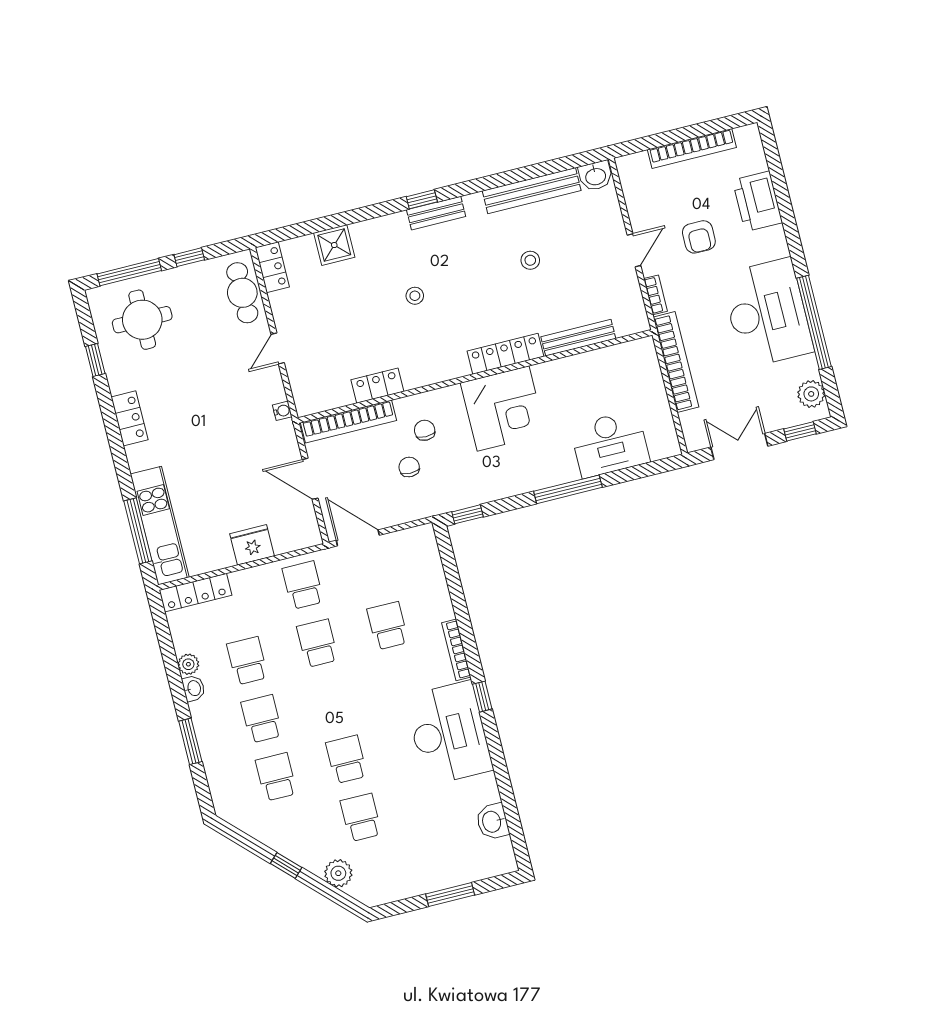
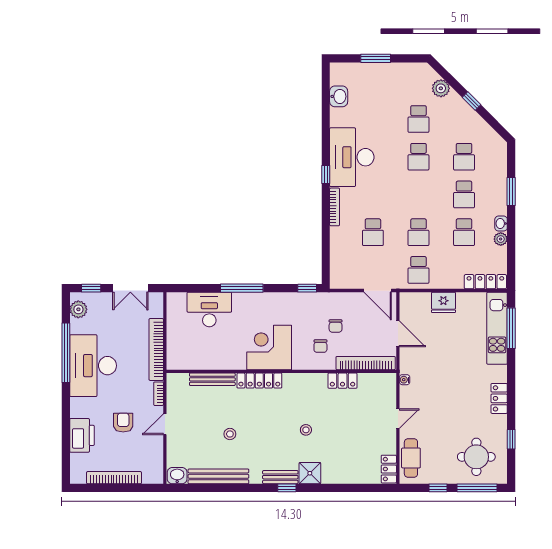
shower: (334, 245) -> (310, 473), moved

